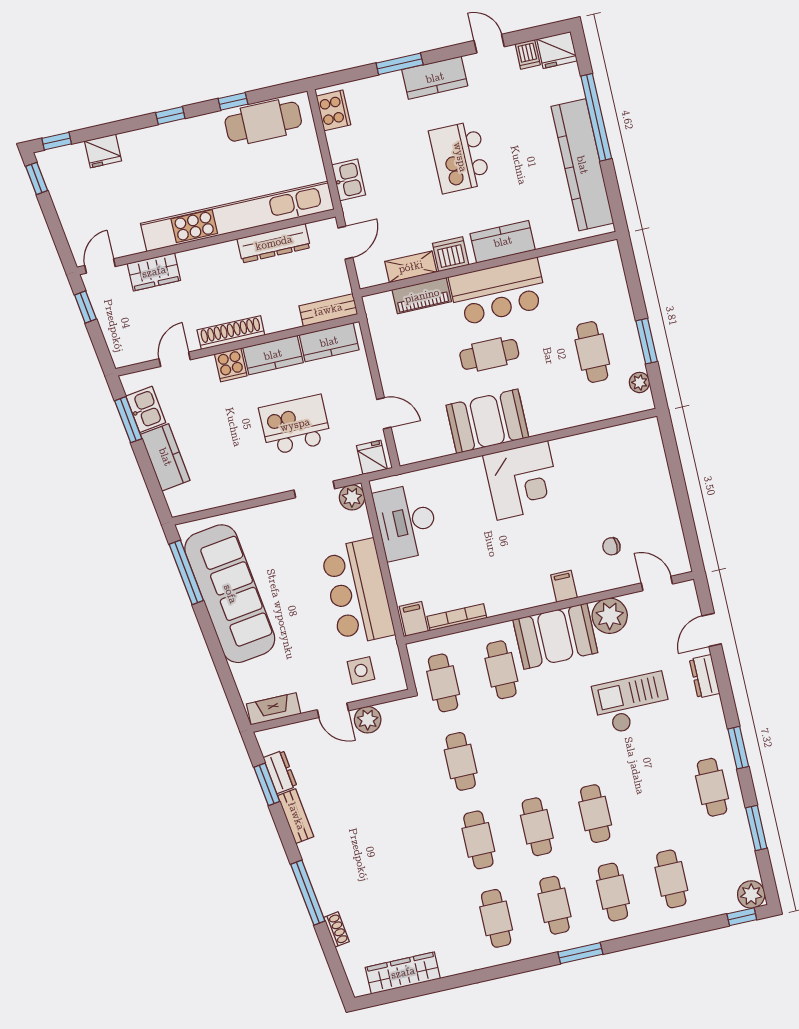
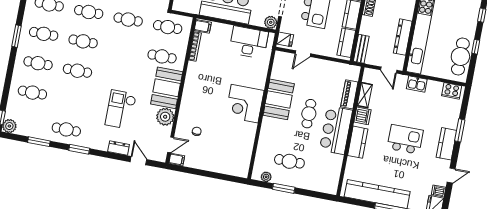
filing cabinet: (564, 586) -> (177, 160), moved
checkout: (632, 703) -> (121, 109), turned 180

